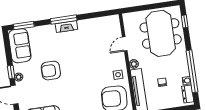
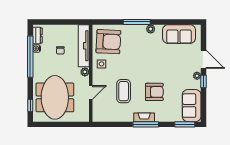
coffee table: (91, 50) -> (124, 91), added
armchair: (51, 71) -> (154, 92), moved

